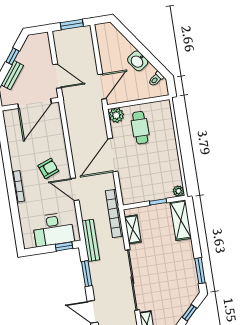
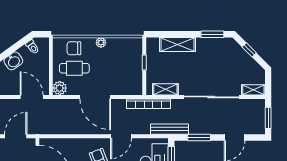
chair: (162, 124) -> (74, 48), added
plant: (178, 191) -> (101, 43), moved
shelving: (181, 220) -> (178, 45), moved

